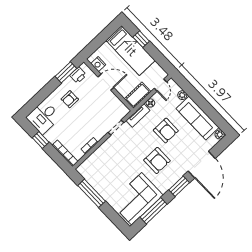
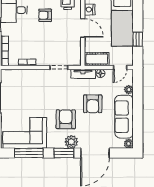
window: (141, 39) -> (138, 39), moved
armchair: (157, 160) -> (66, 119), turned 180
plant: (177, 173) -> (71, 142), added

